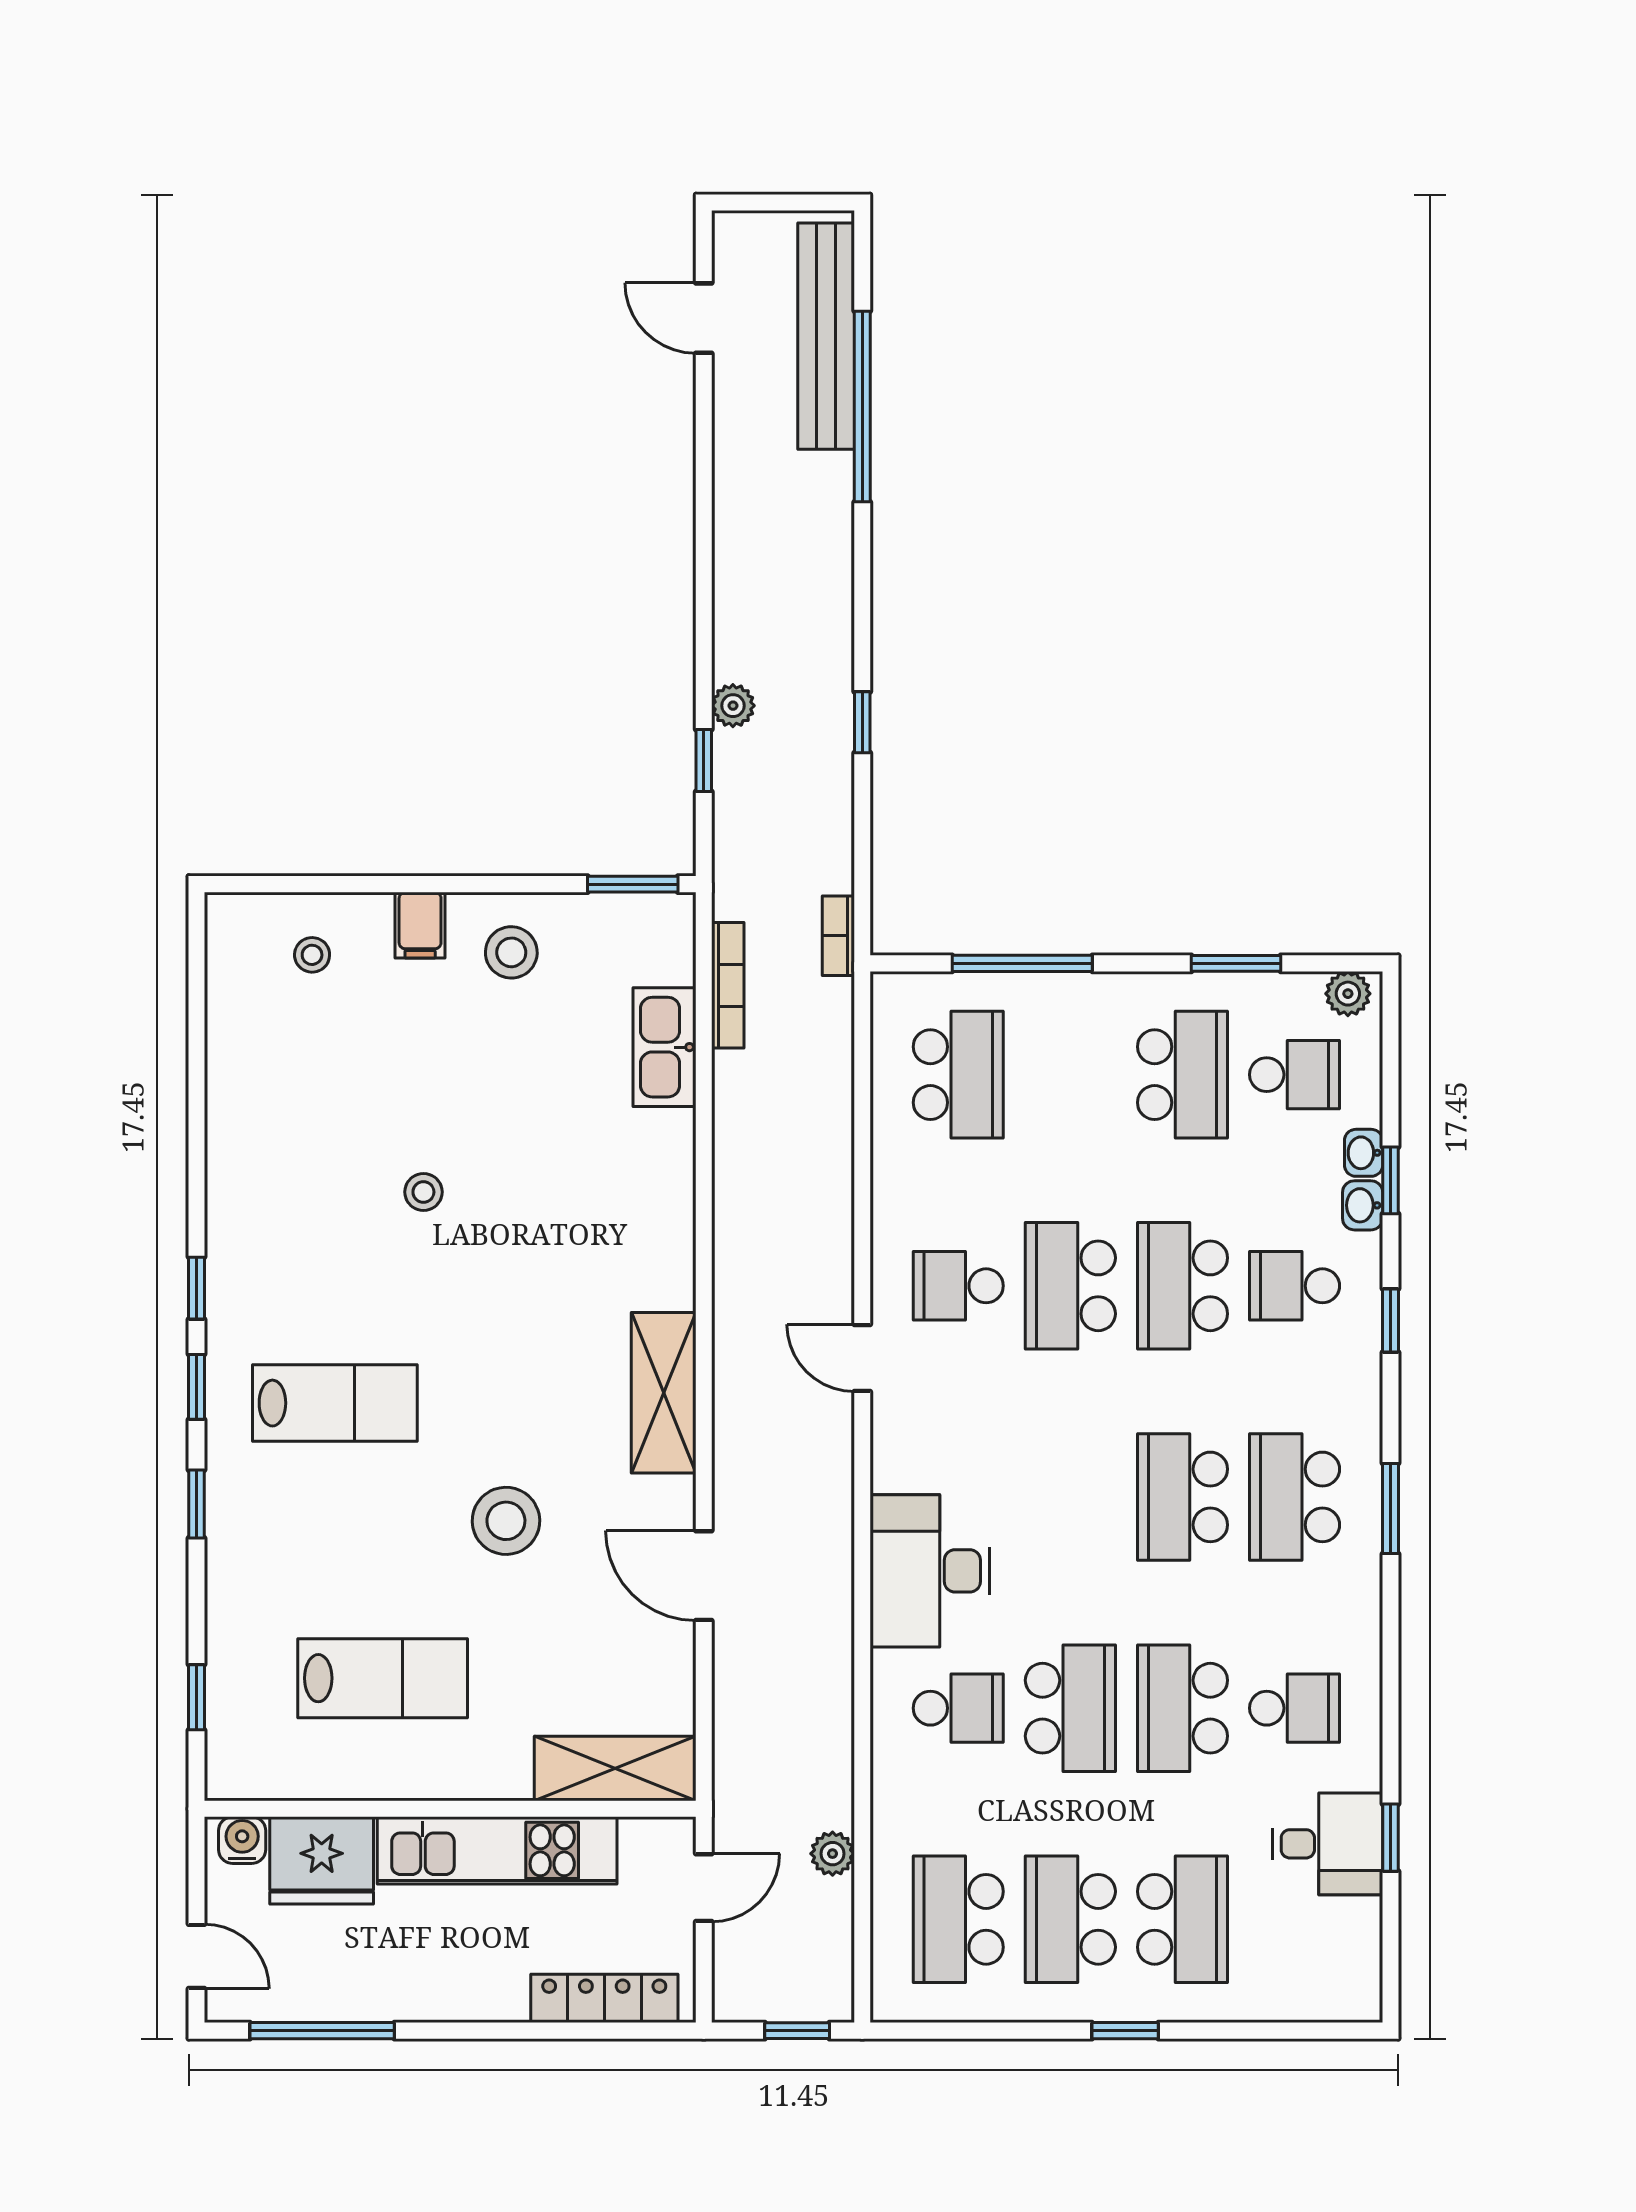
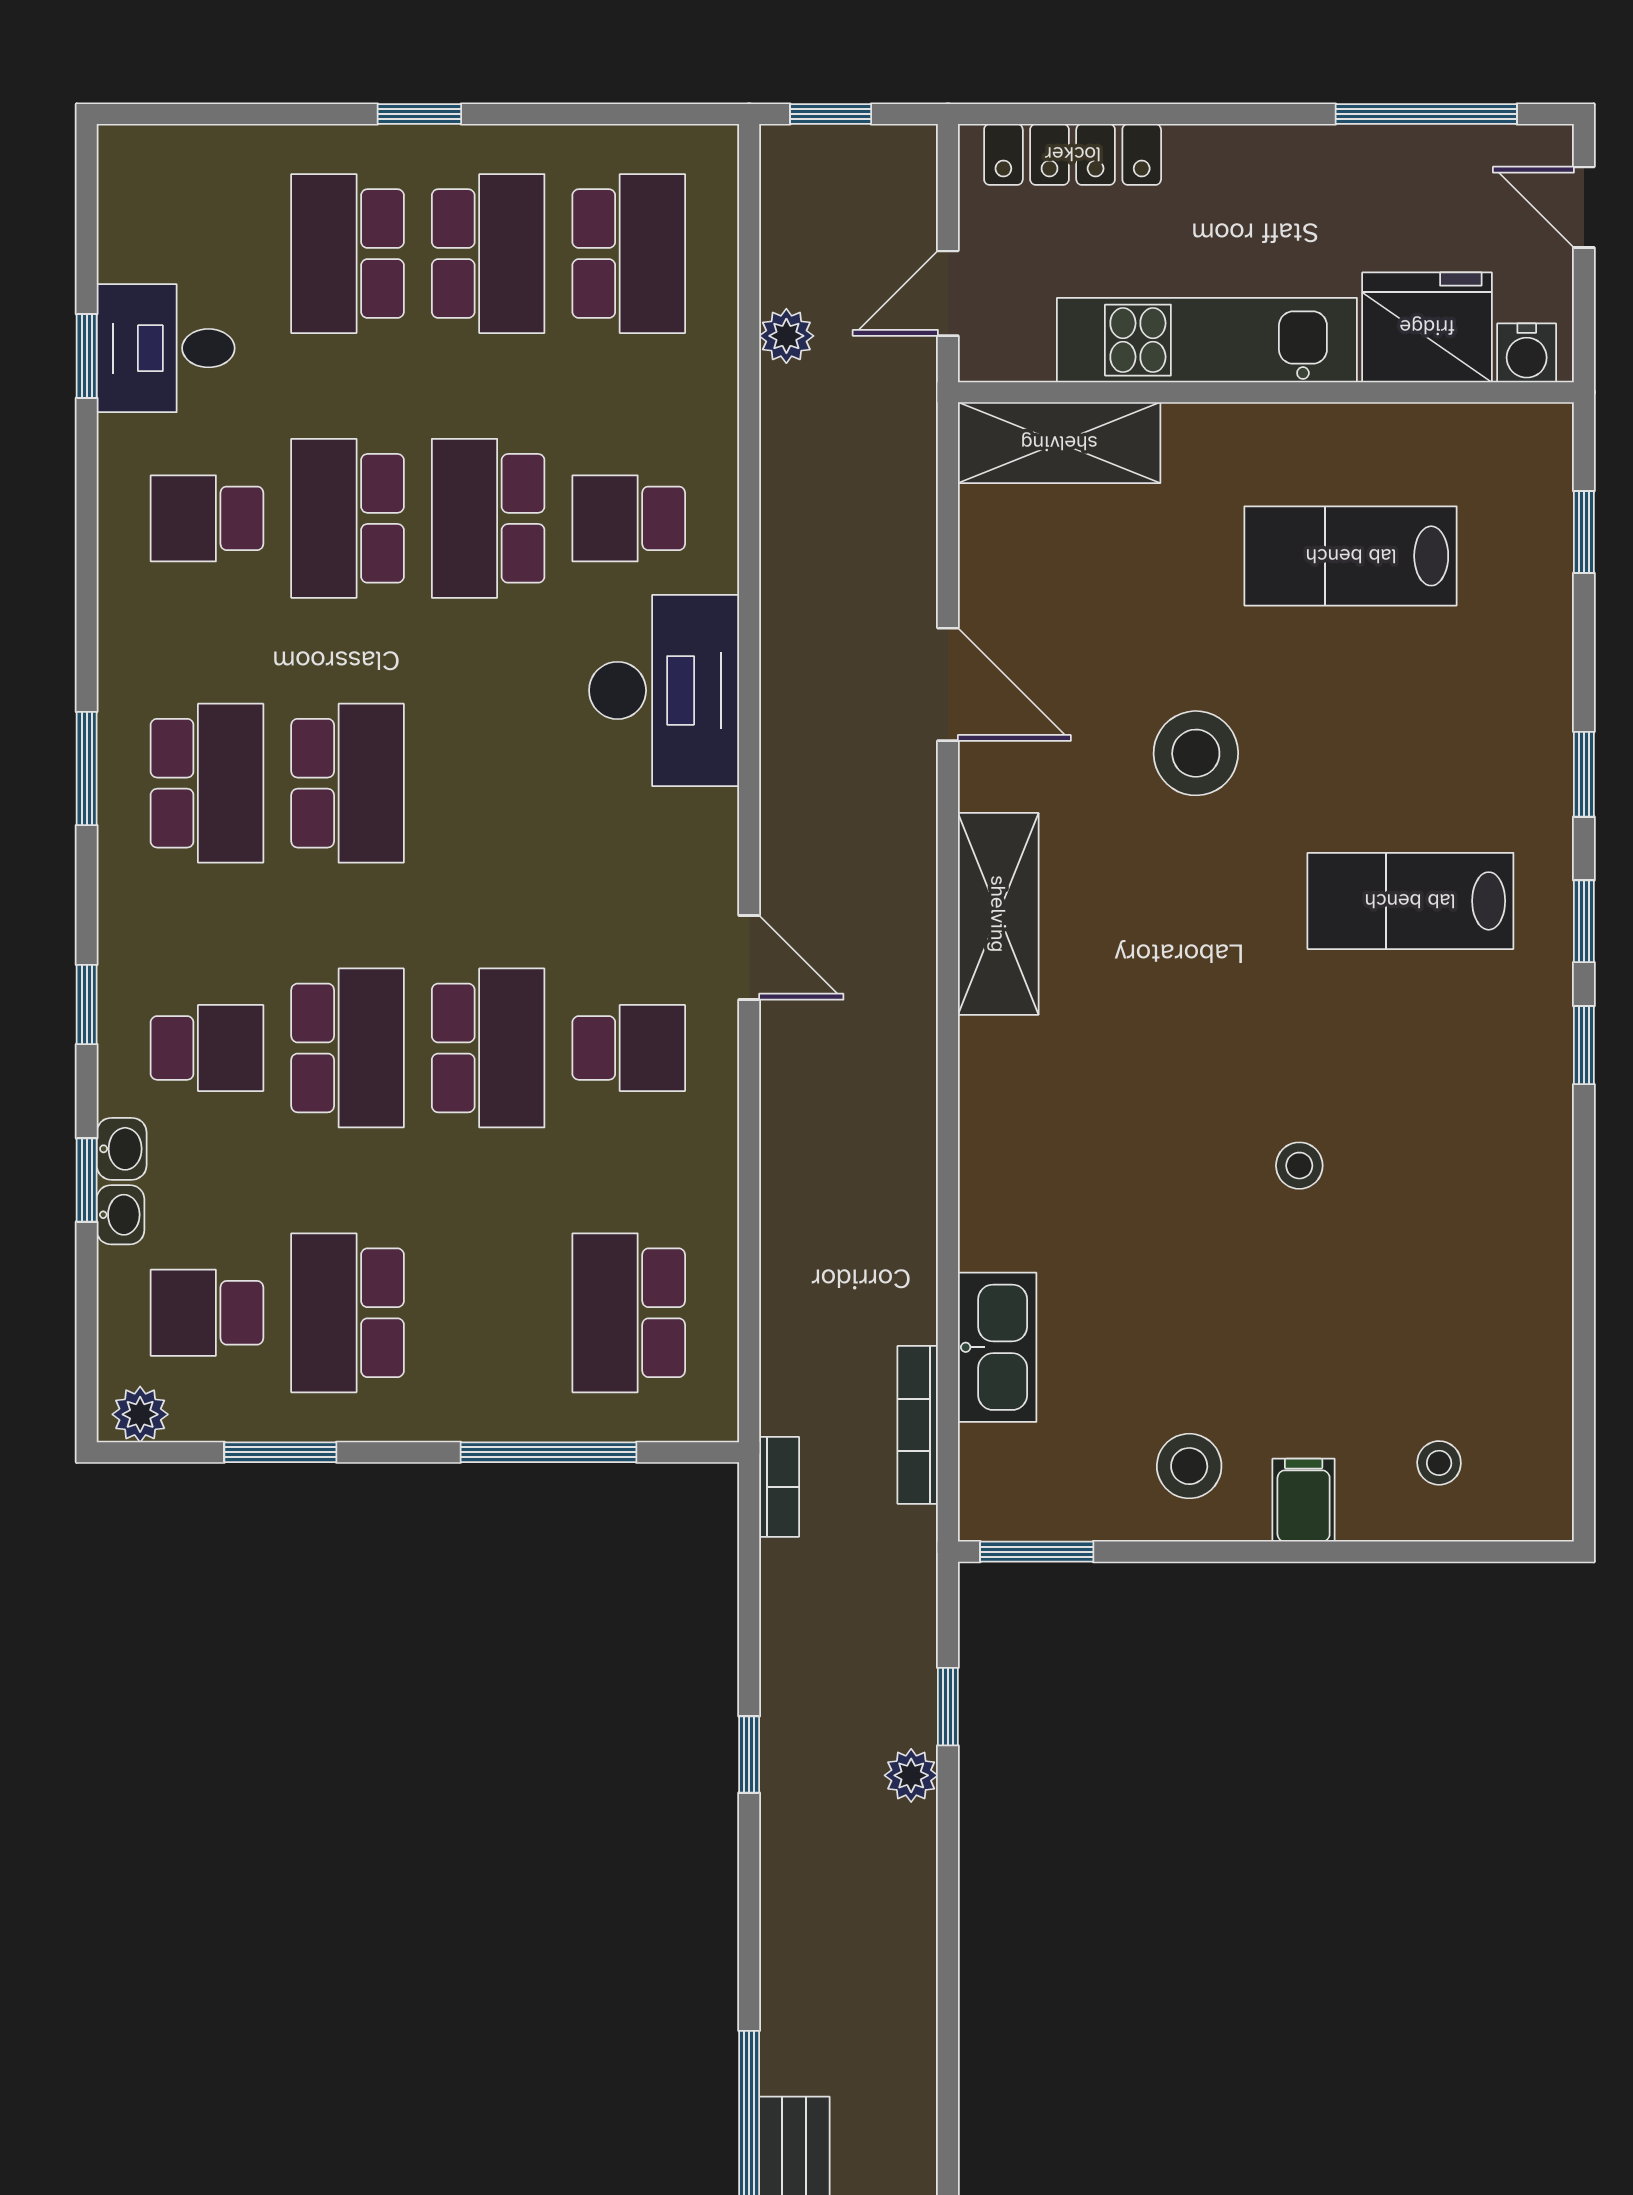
school desk: (1182, 1708) -> (348, 518), turned 180

